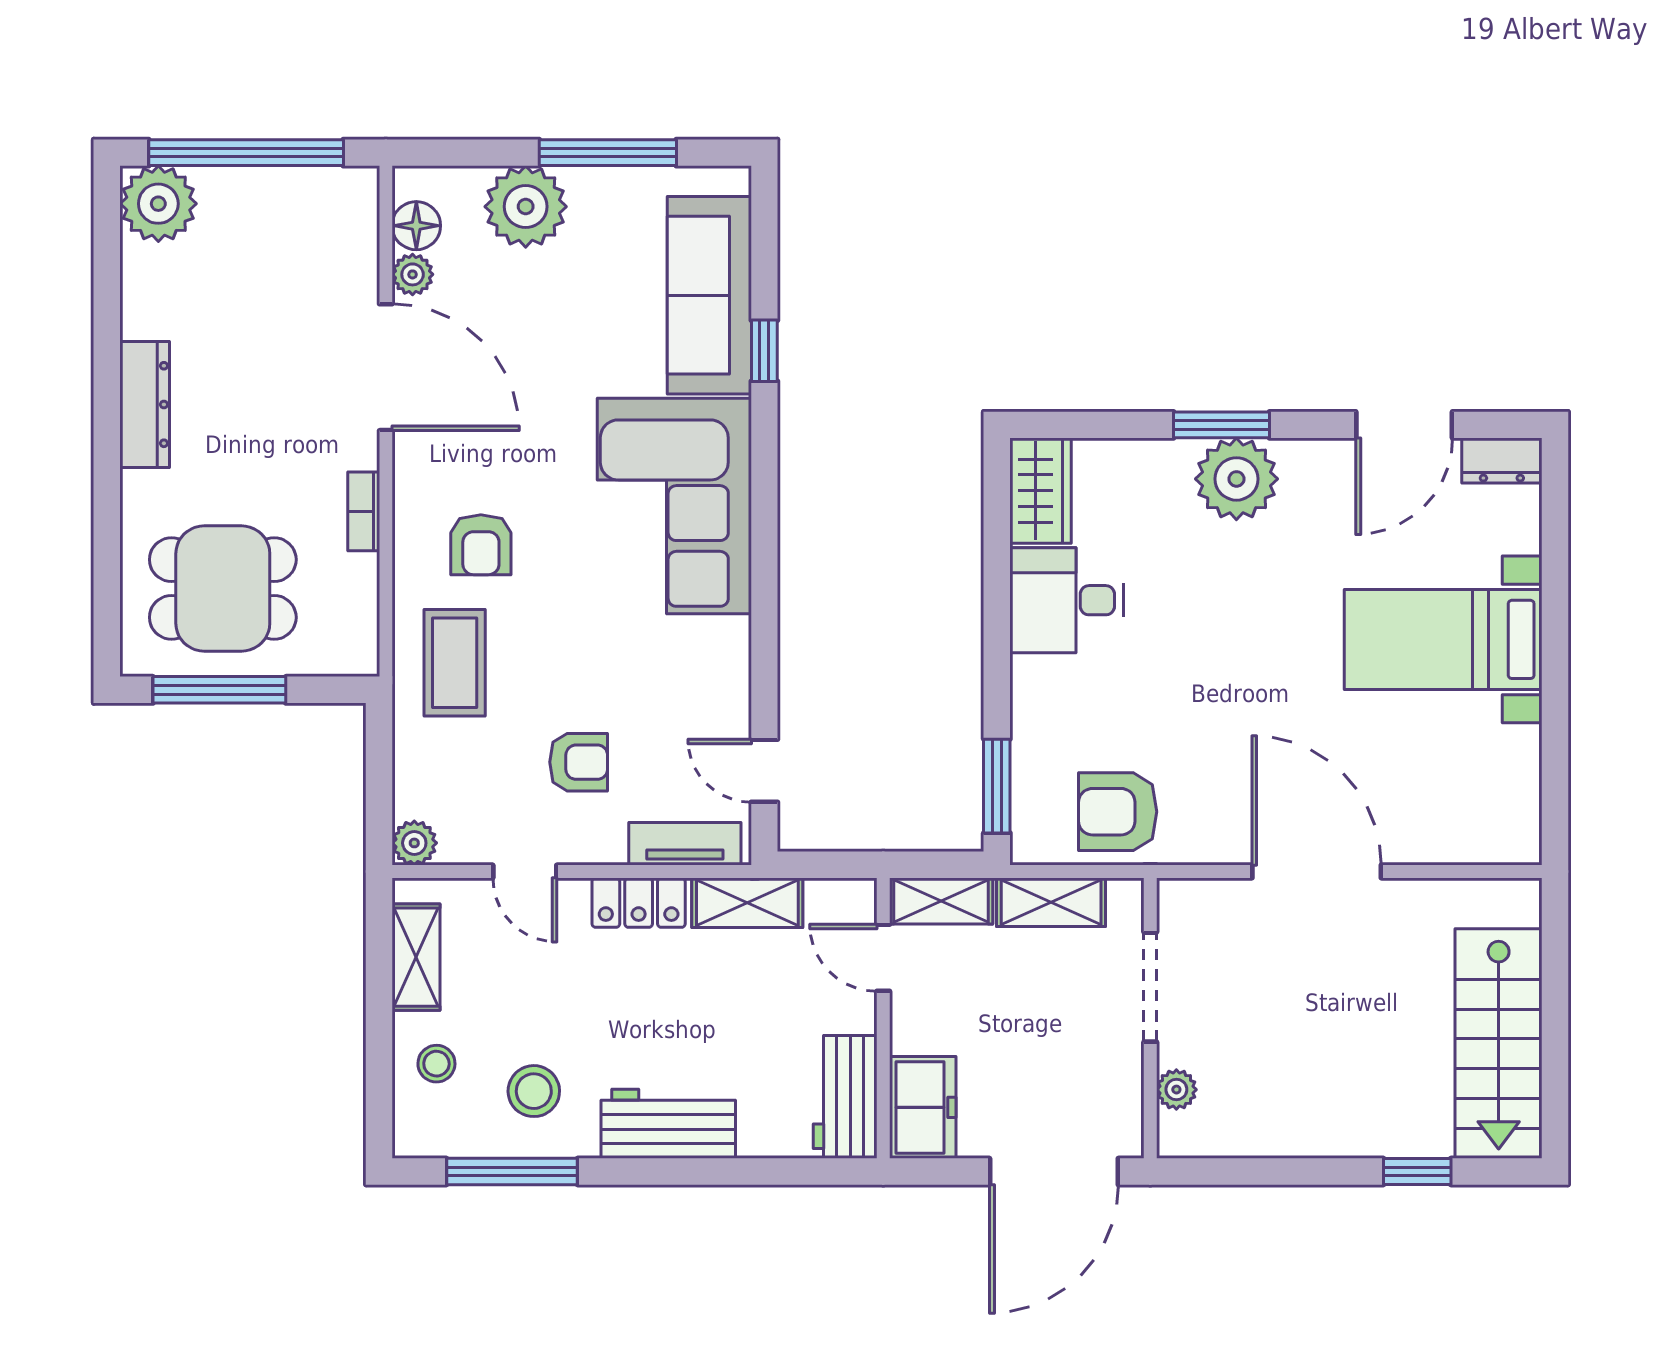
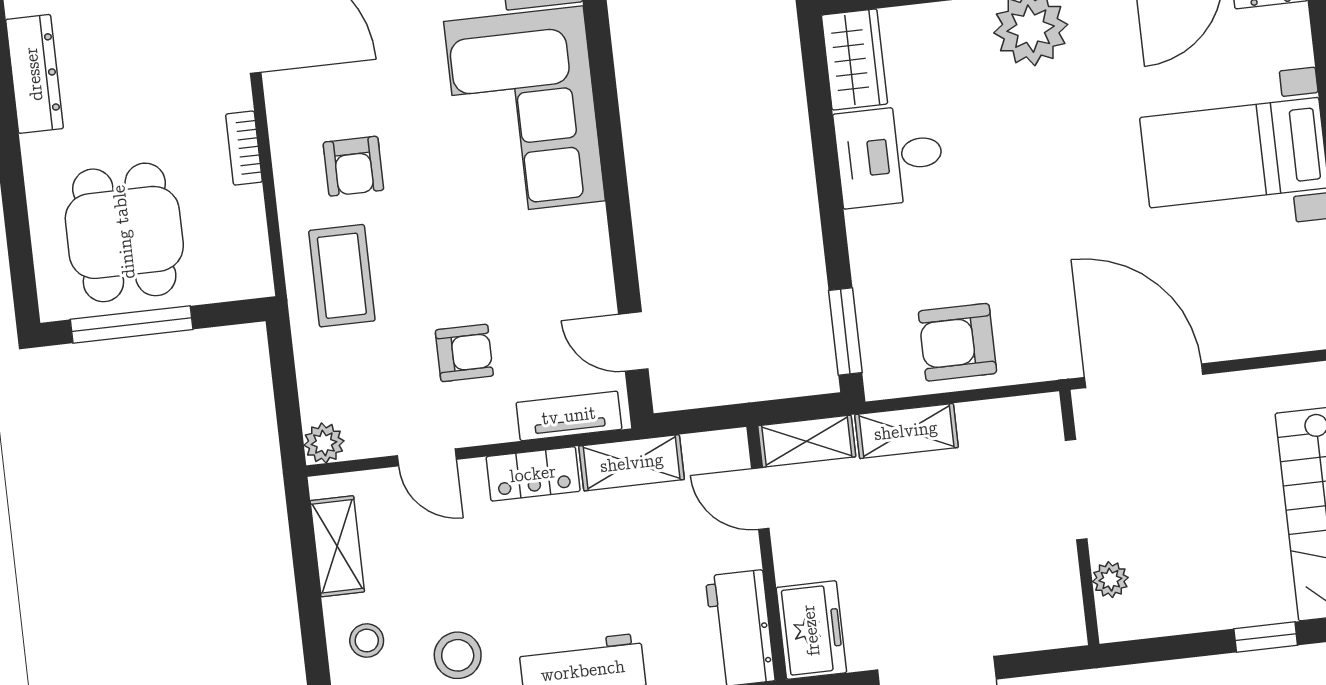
dining table: (223, 588) -> (124, 232), turned 90
doorway: (1150, 987) -> (1076, 489), moved
wall: (1150, 1018) -> (1079, 518), moved
plant: (1176, 1090) -> (1110, 580), moved

